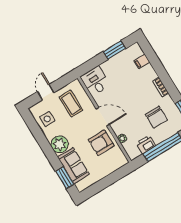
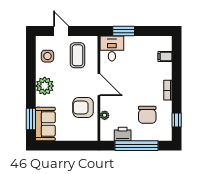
window: (114, 50) -> (124, 31), moved
door: (46, 92) -> (61, 31), hinge flipped
sofa: (73, 166) -> (45, 124), moved

